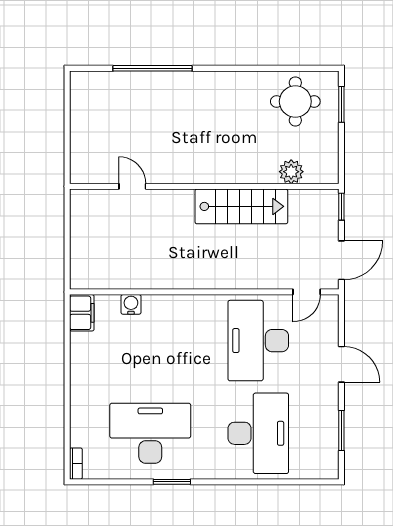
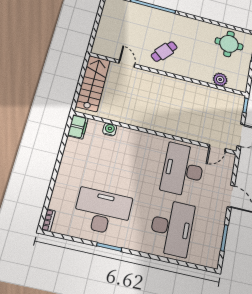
cafe table: (188, 147) -> (164, 52), added
stairs: (241, 206) -> (93, 83), moved, turned -90

